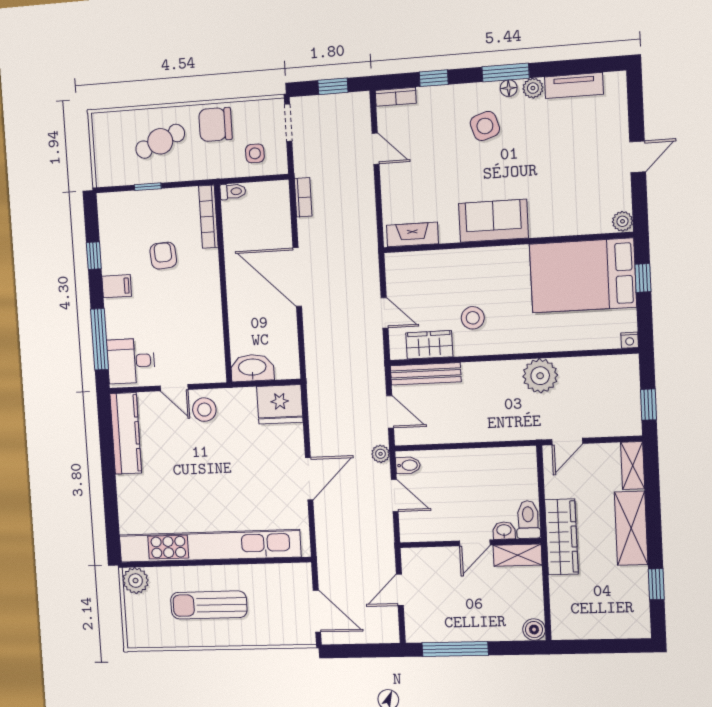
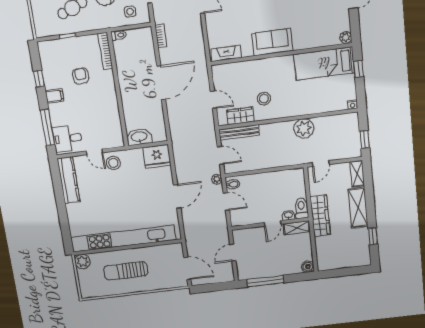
bed: (583, 276) -> (324, 63), width x0.67
door: (297, 277) -> (161, 83), swing flipped

